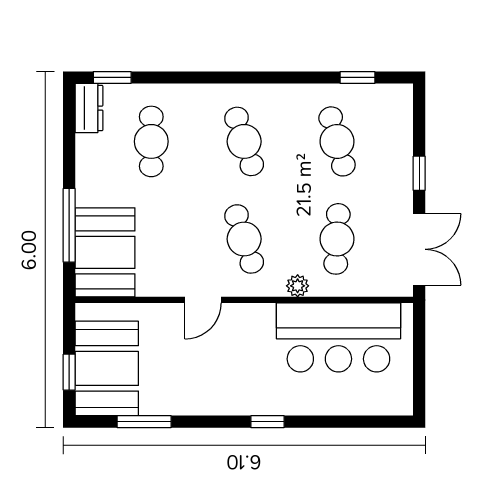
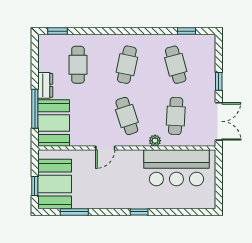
dresser: (89, 108) -> (45, 85), moved
cafe table: (244, 141) -> (127, 65), turned 30

